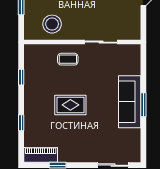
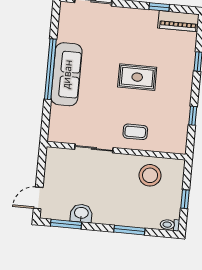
window: (143, 105) -> (50, 69), width x2.11

